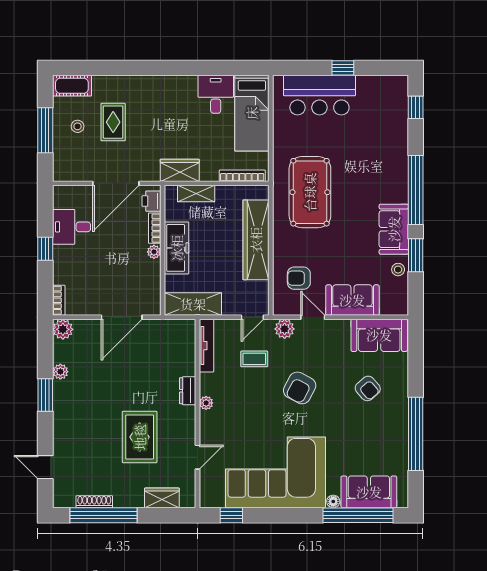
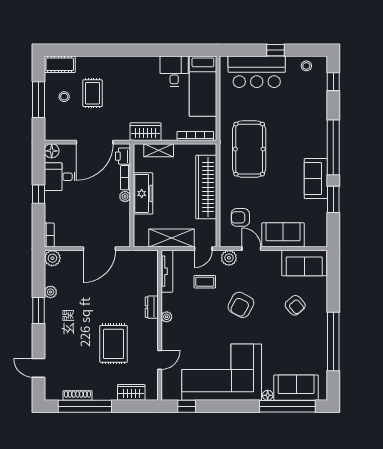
floor lamp: (62, 194) -> (52, 151), added
stool: (398, 270) -> (306, 66), moved
shelving: (193, 304) -> (172, 238), moved

